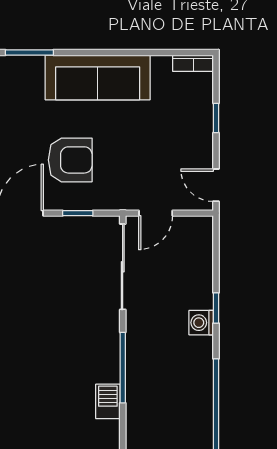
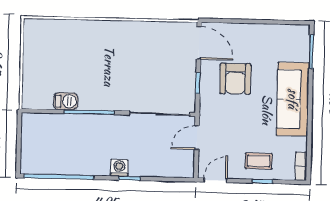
coffee table: (187, 124) -> (259, 161), added
door: (156, 213) -> (197, 138), hinge flipped

